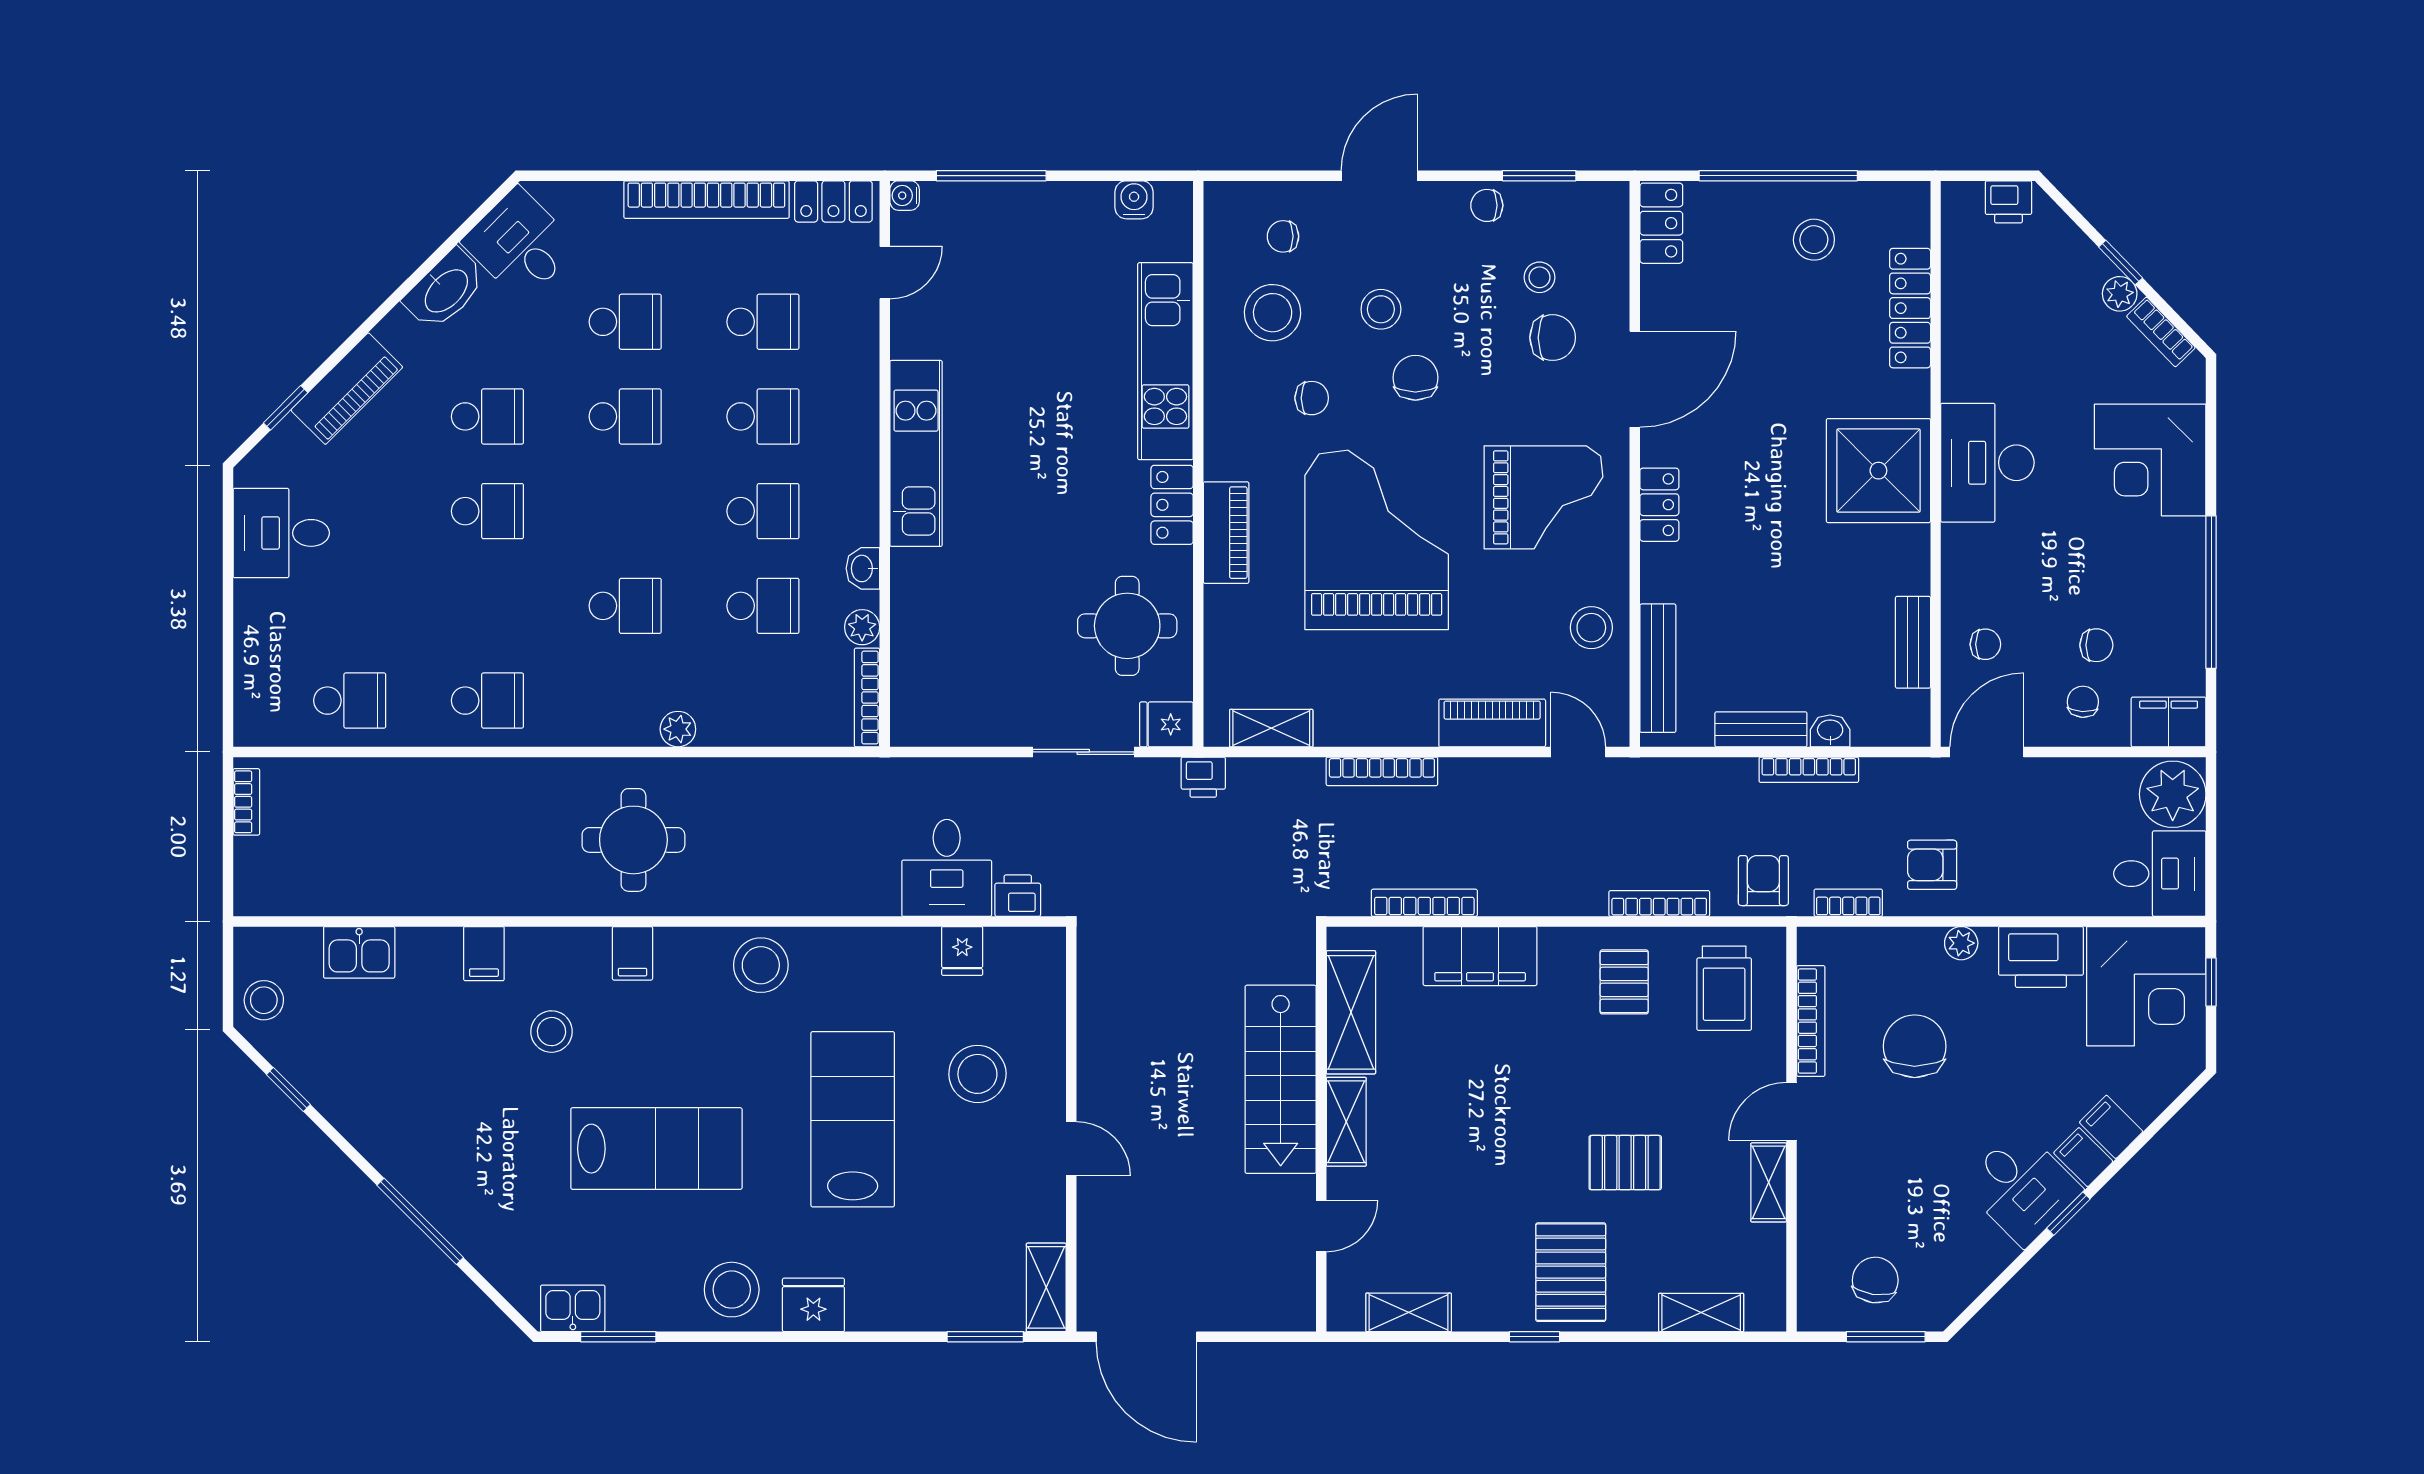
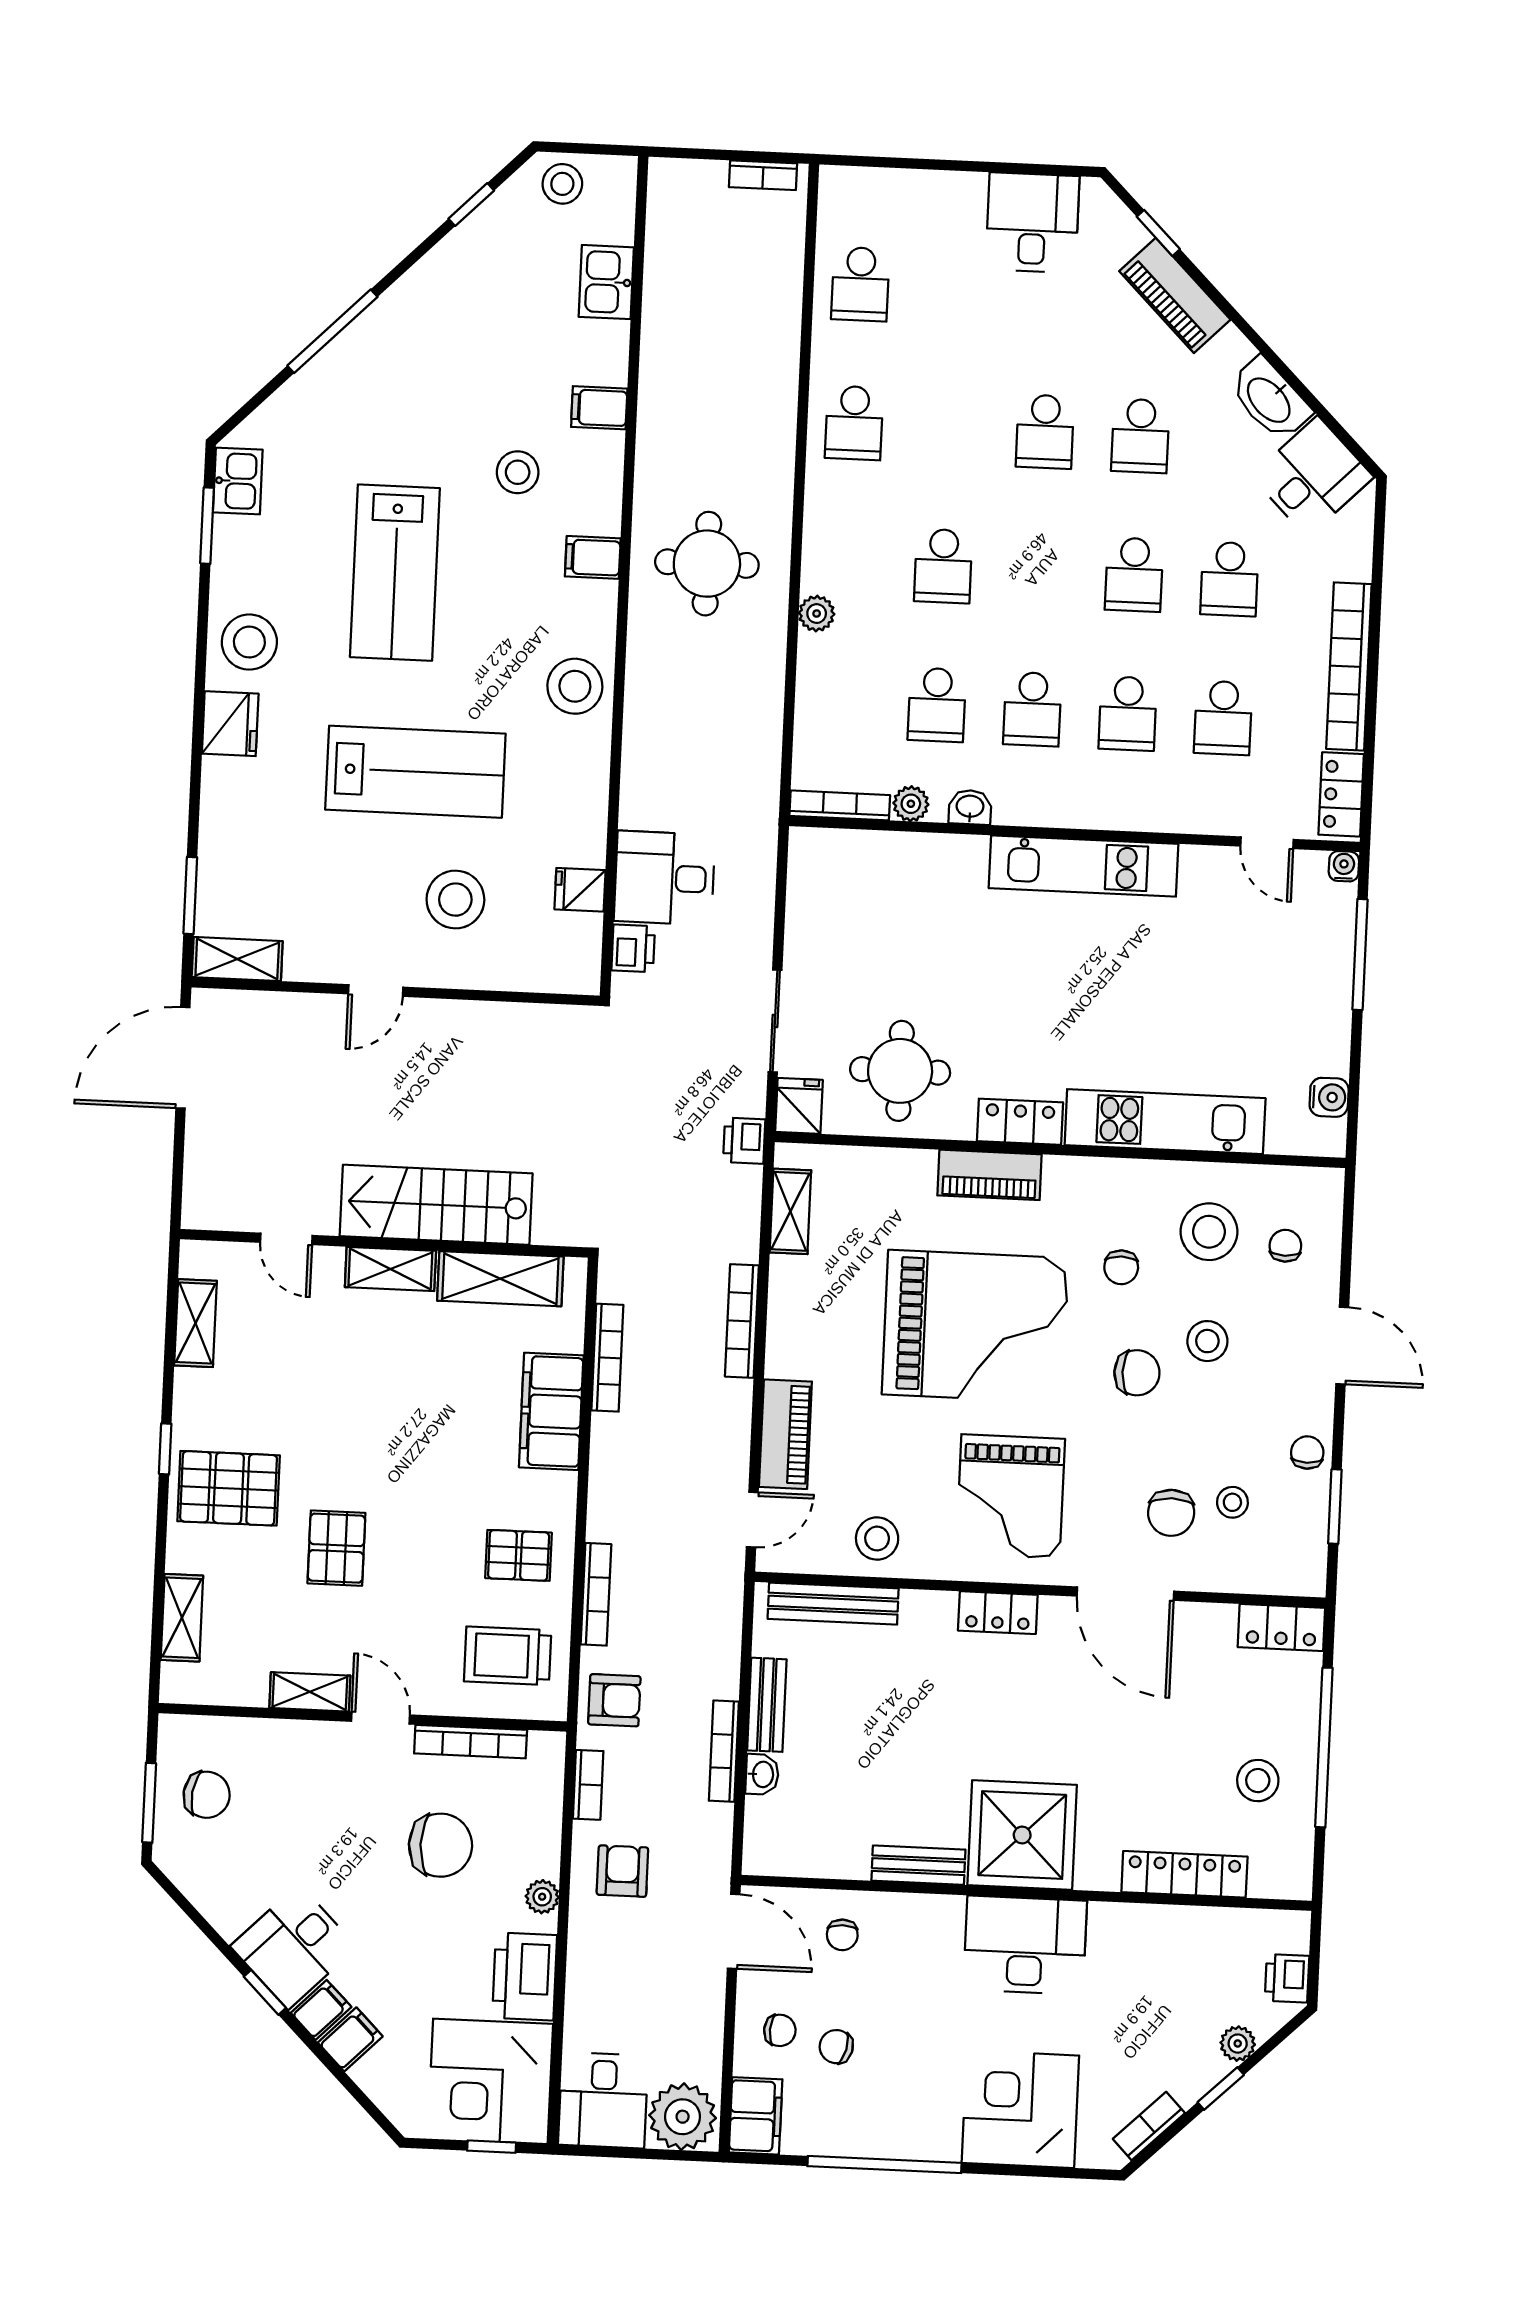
plant: (2120, 294) -> (1238, 2044), moved
bench: (1913, 642) -> (918, 1865), moved
chair: (2096, 645) -> (836, 2047), turned 104

